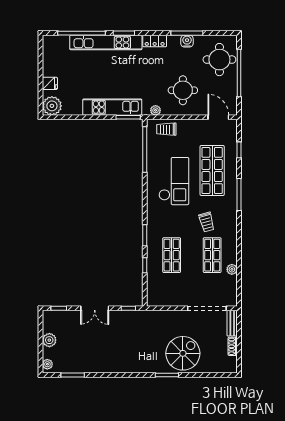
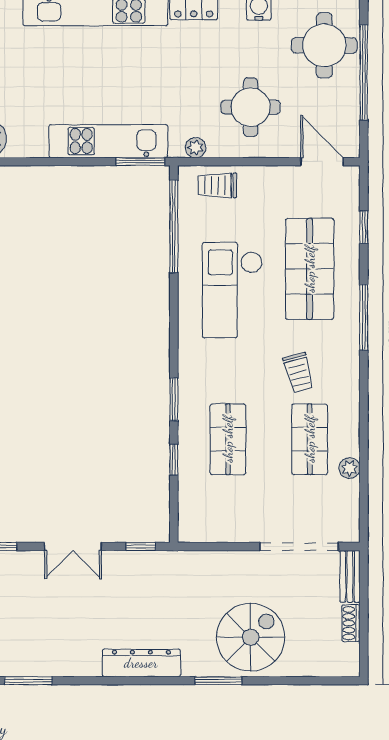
checkout: (174, 181) -> (232, 290), turned 180
dresser: (129, 366) -> (141, 663), added

